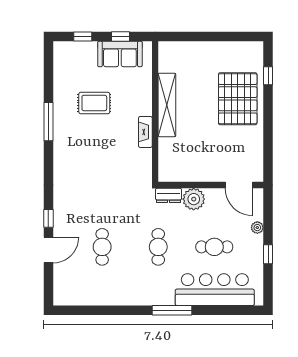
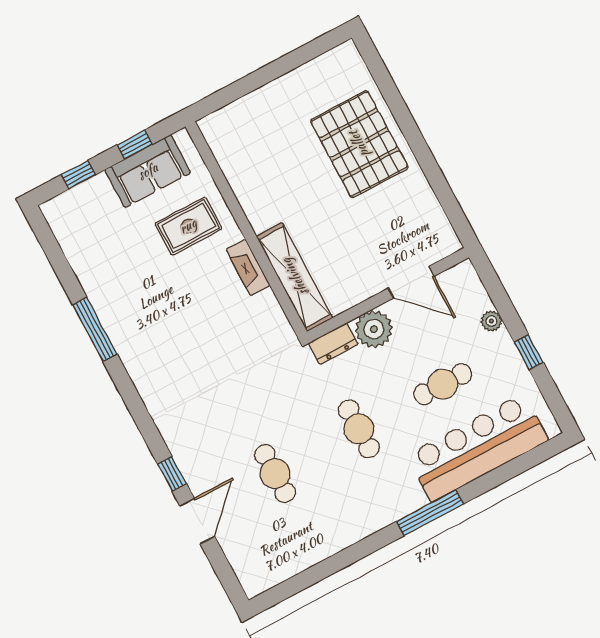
window: (268, 76) -> (386, 85), removed
rug: (94, 103) -> (188, 226), moved
shelving: (167, 105) -> (295, 277), moved
door: (239, 185) -> (411, 282), moved

